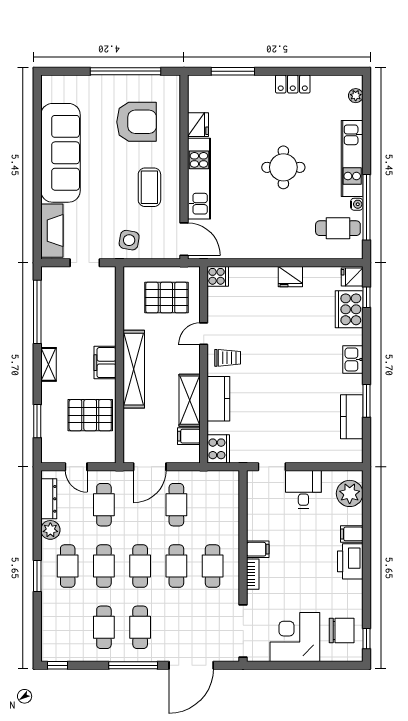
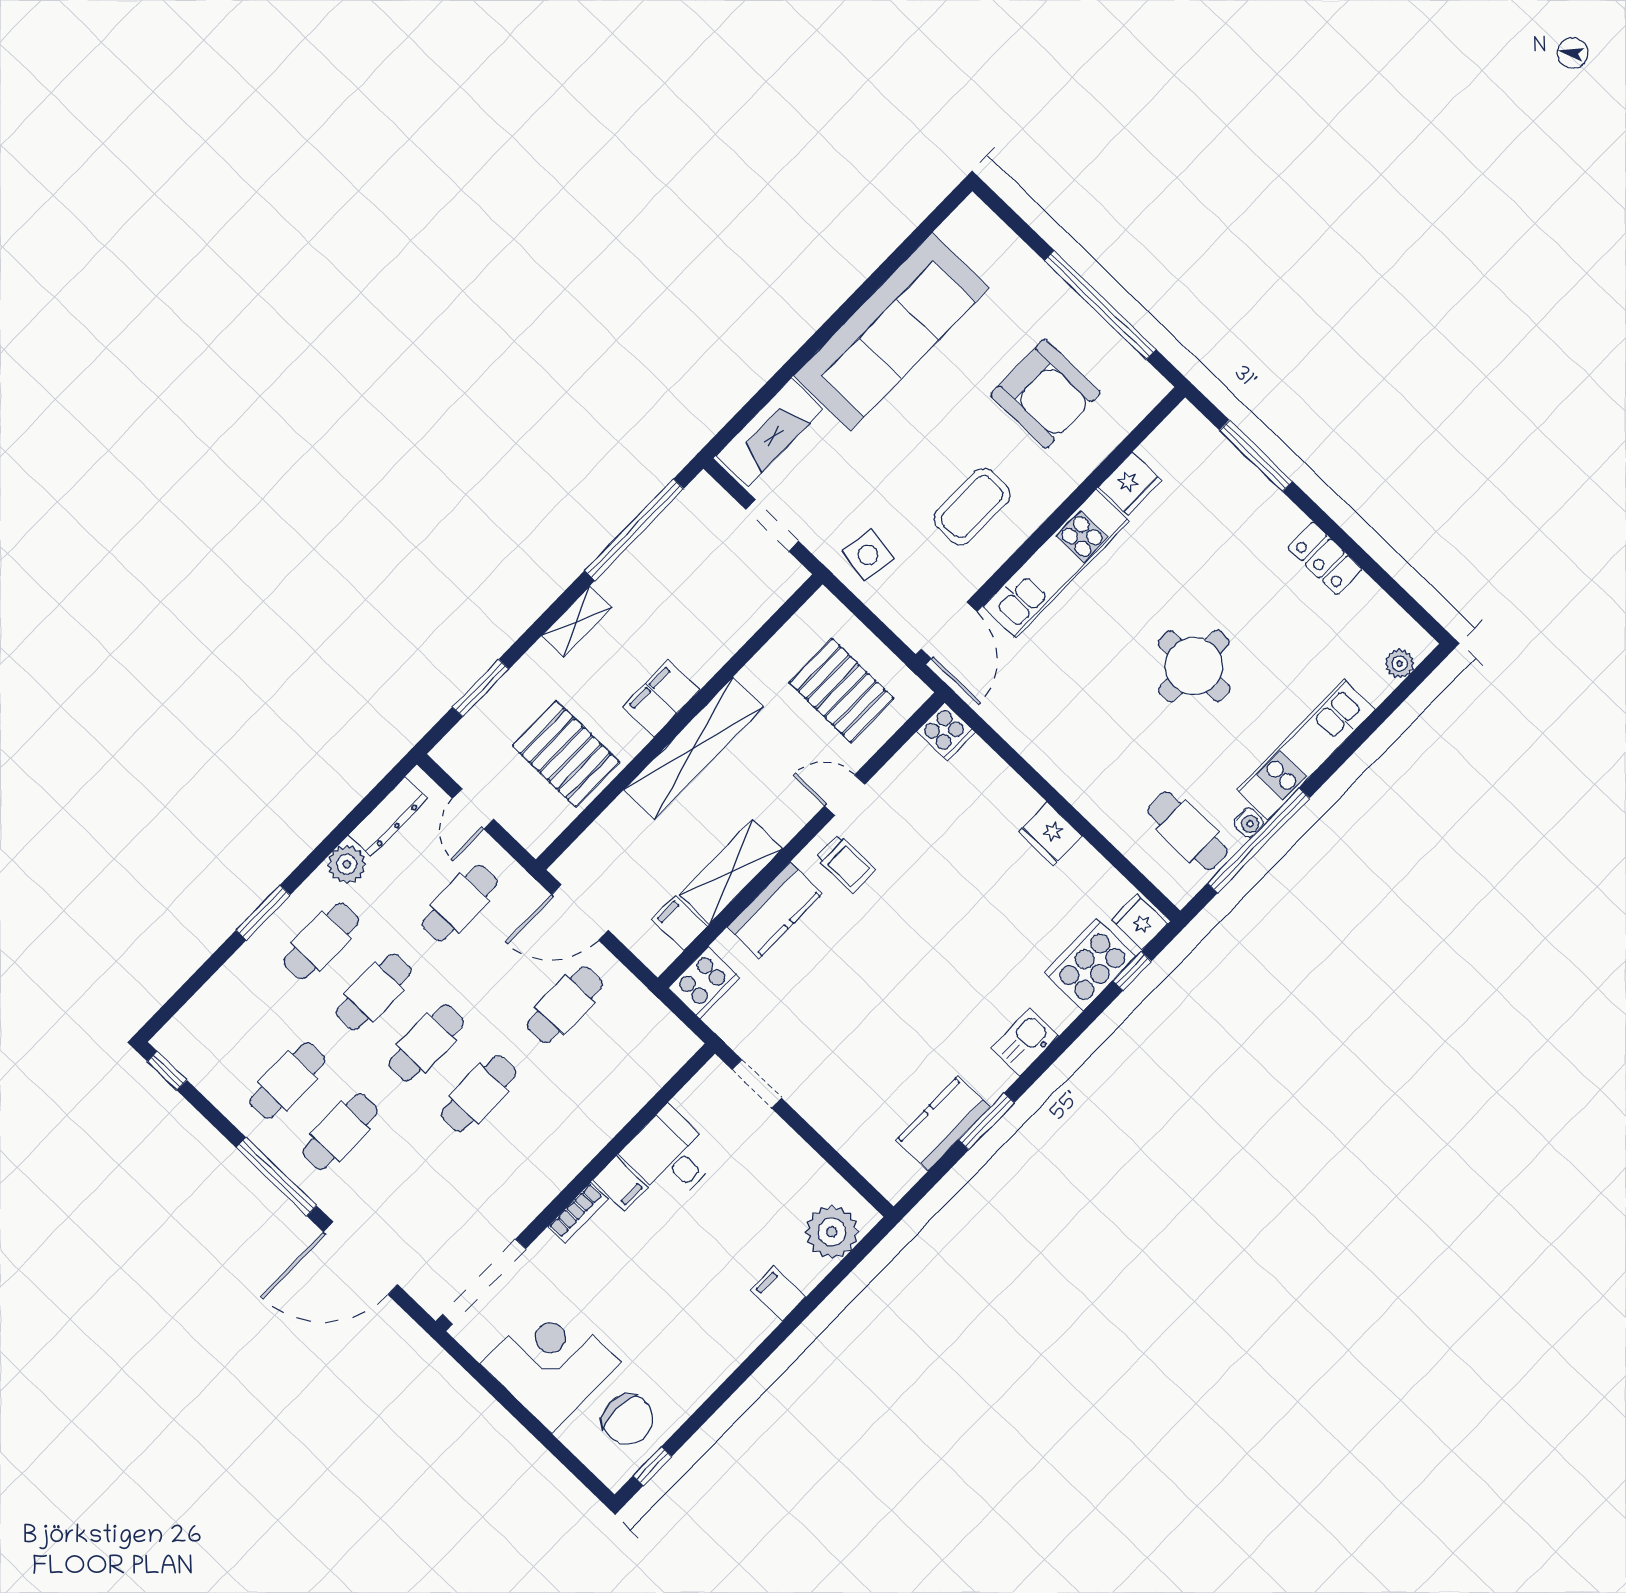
desk: (303, 489) -> (670, 1155), moved, turned -90
printer: (350, 561) -> (737, 1331), removed
cafe table: (213, 566) -> (531, 1145), removed

